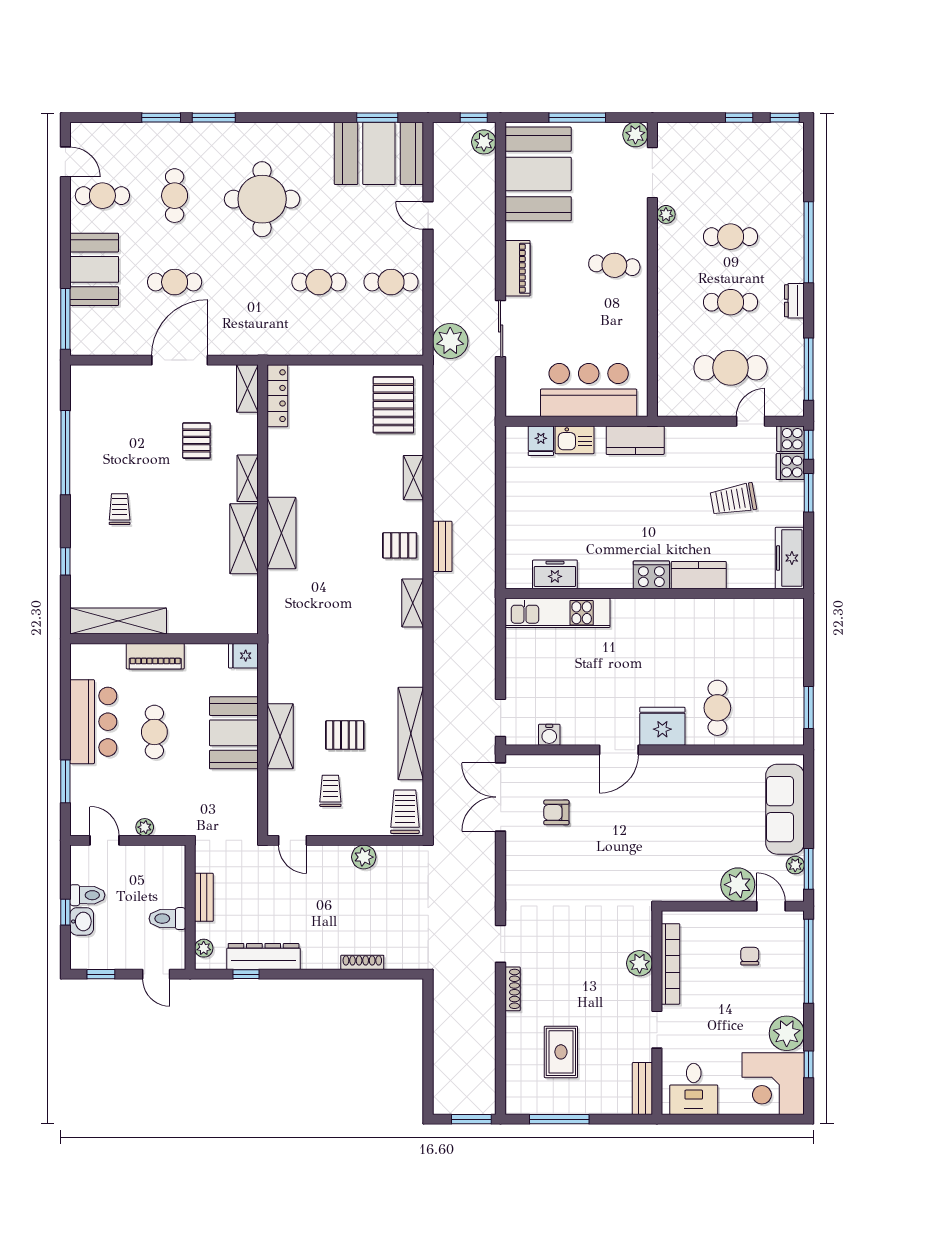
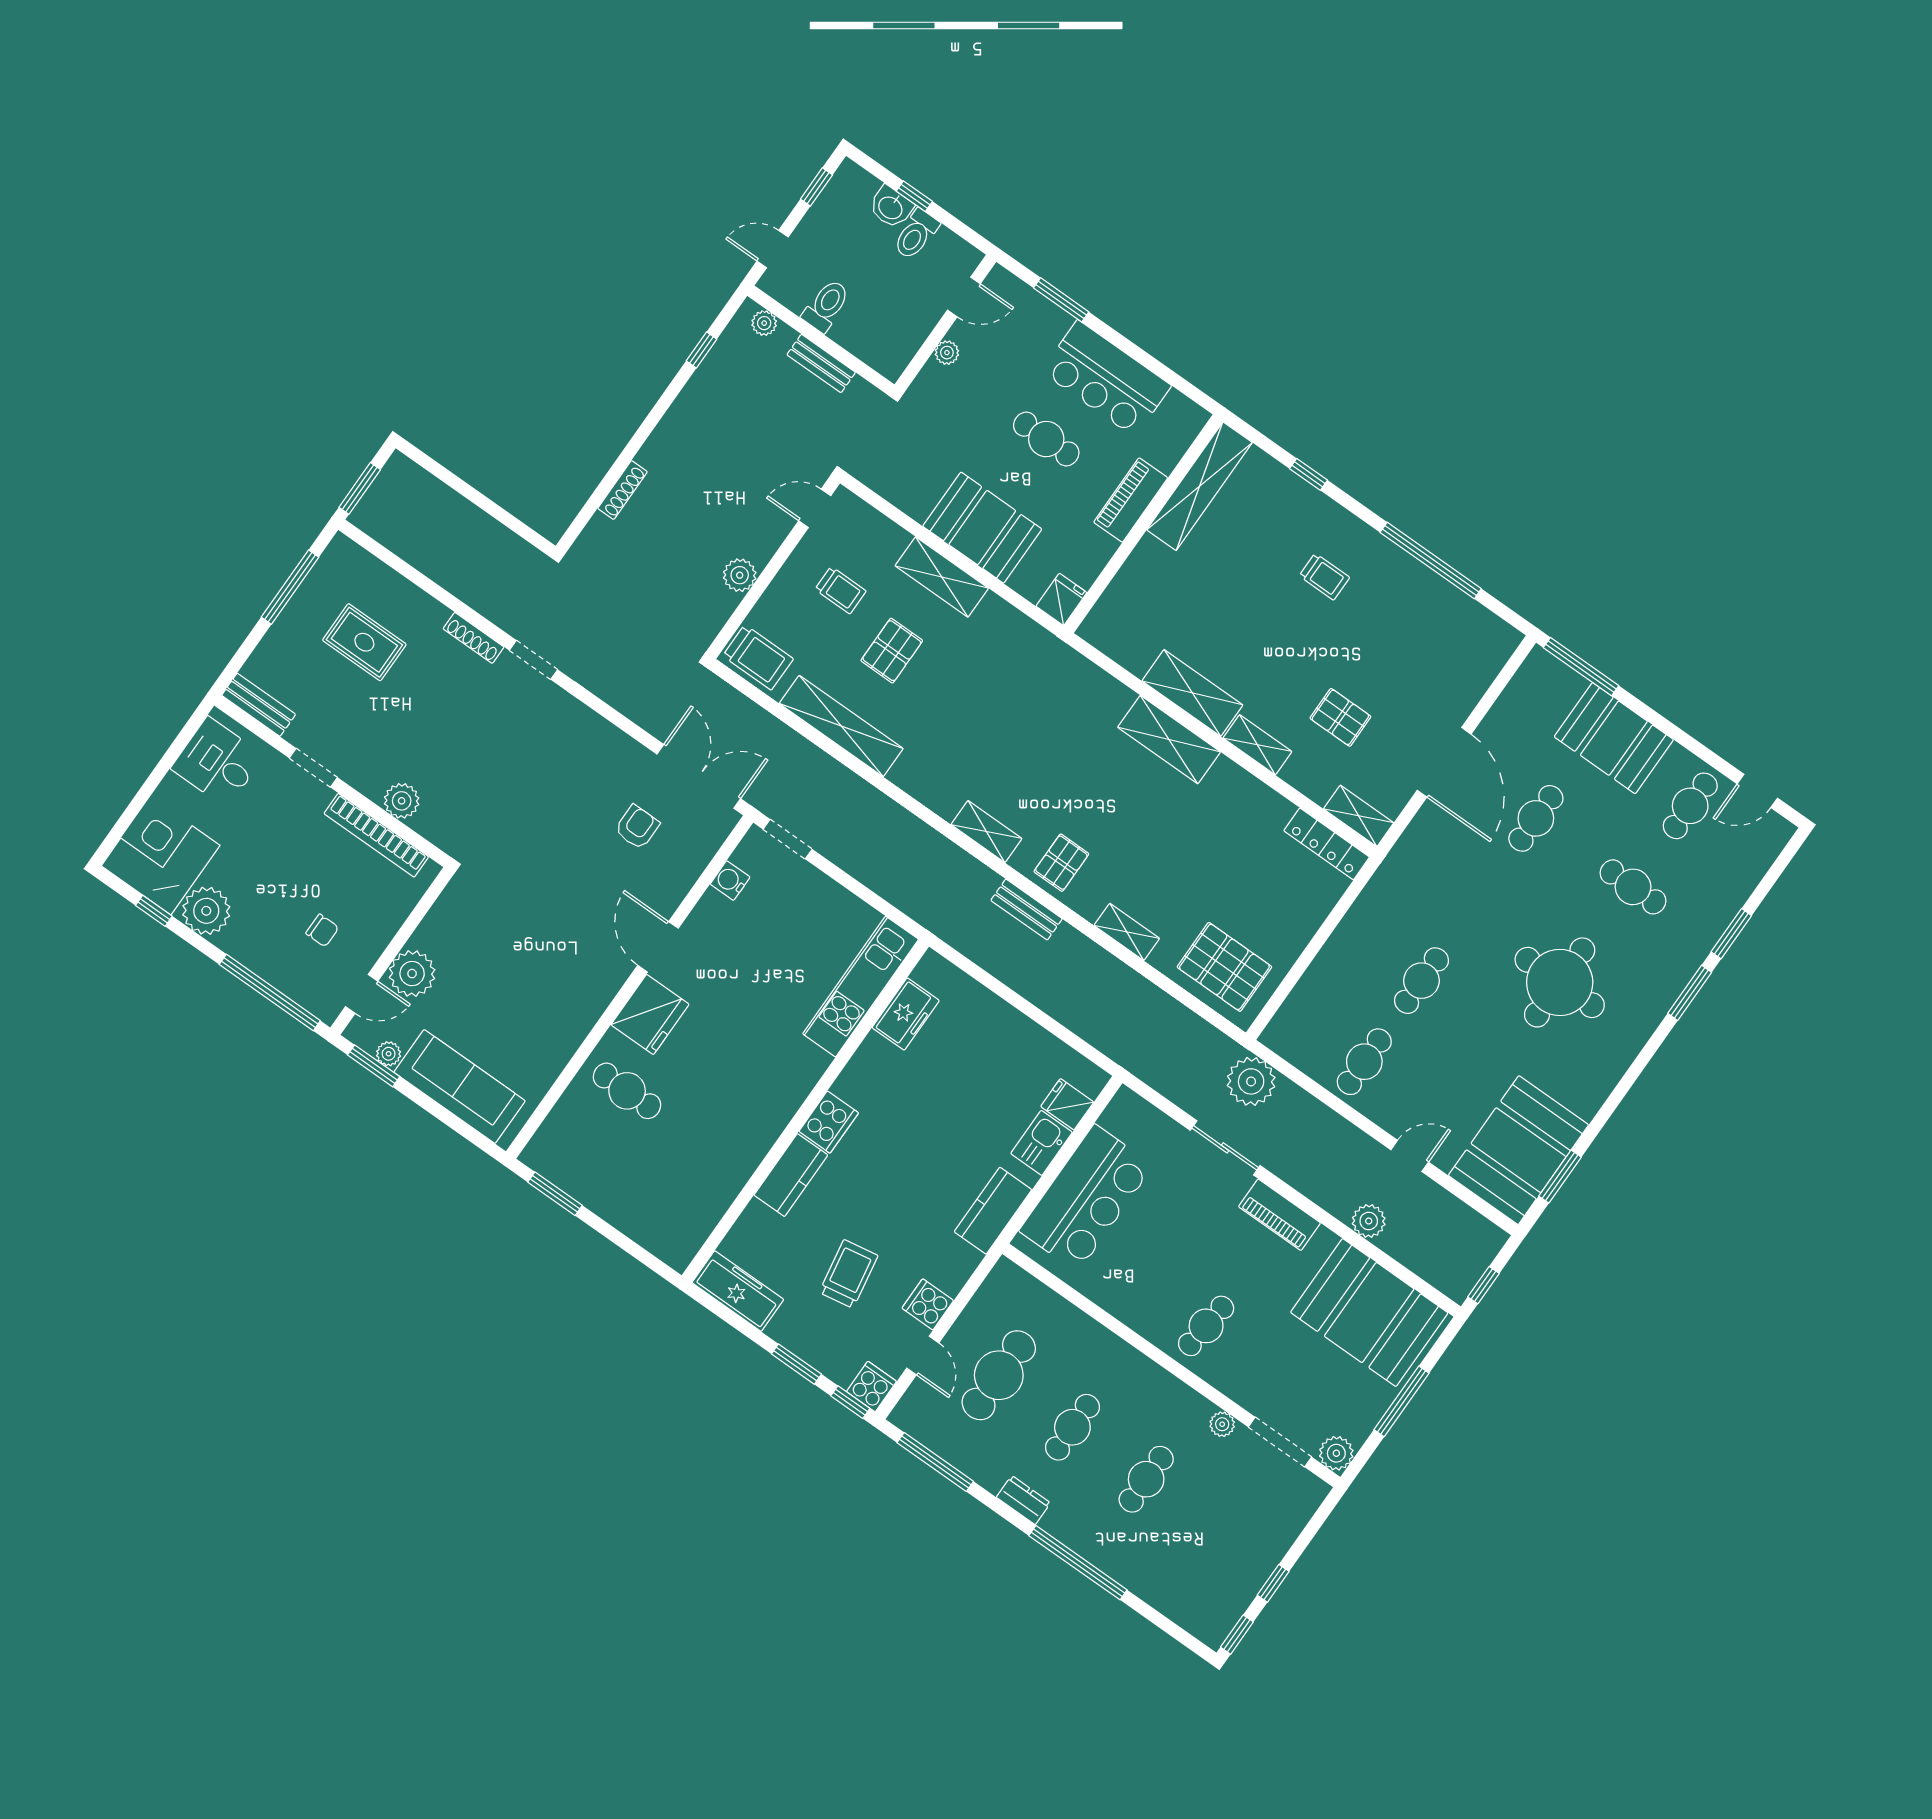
plant: (484, 142) -> (1369, 1221), moved
cooker: (790, 467) -> (928, 1304), moved, turned -90
dresser: (264, 957) -> (707, 384), removed

